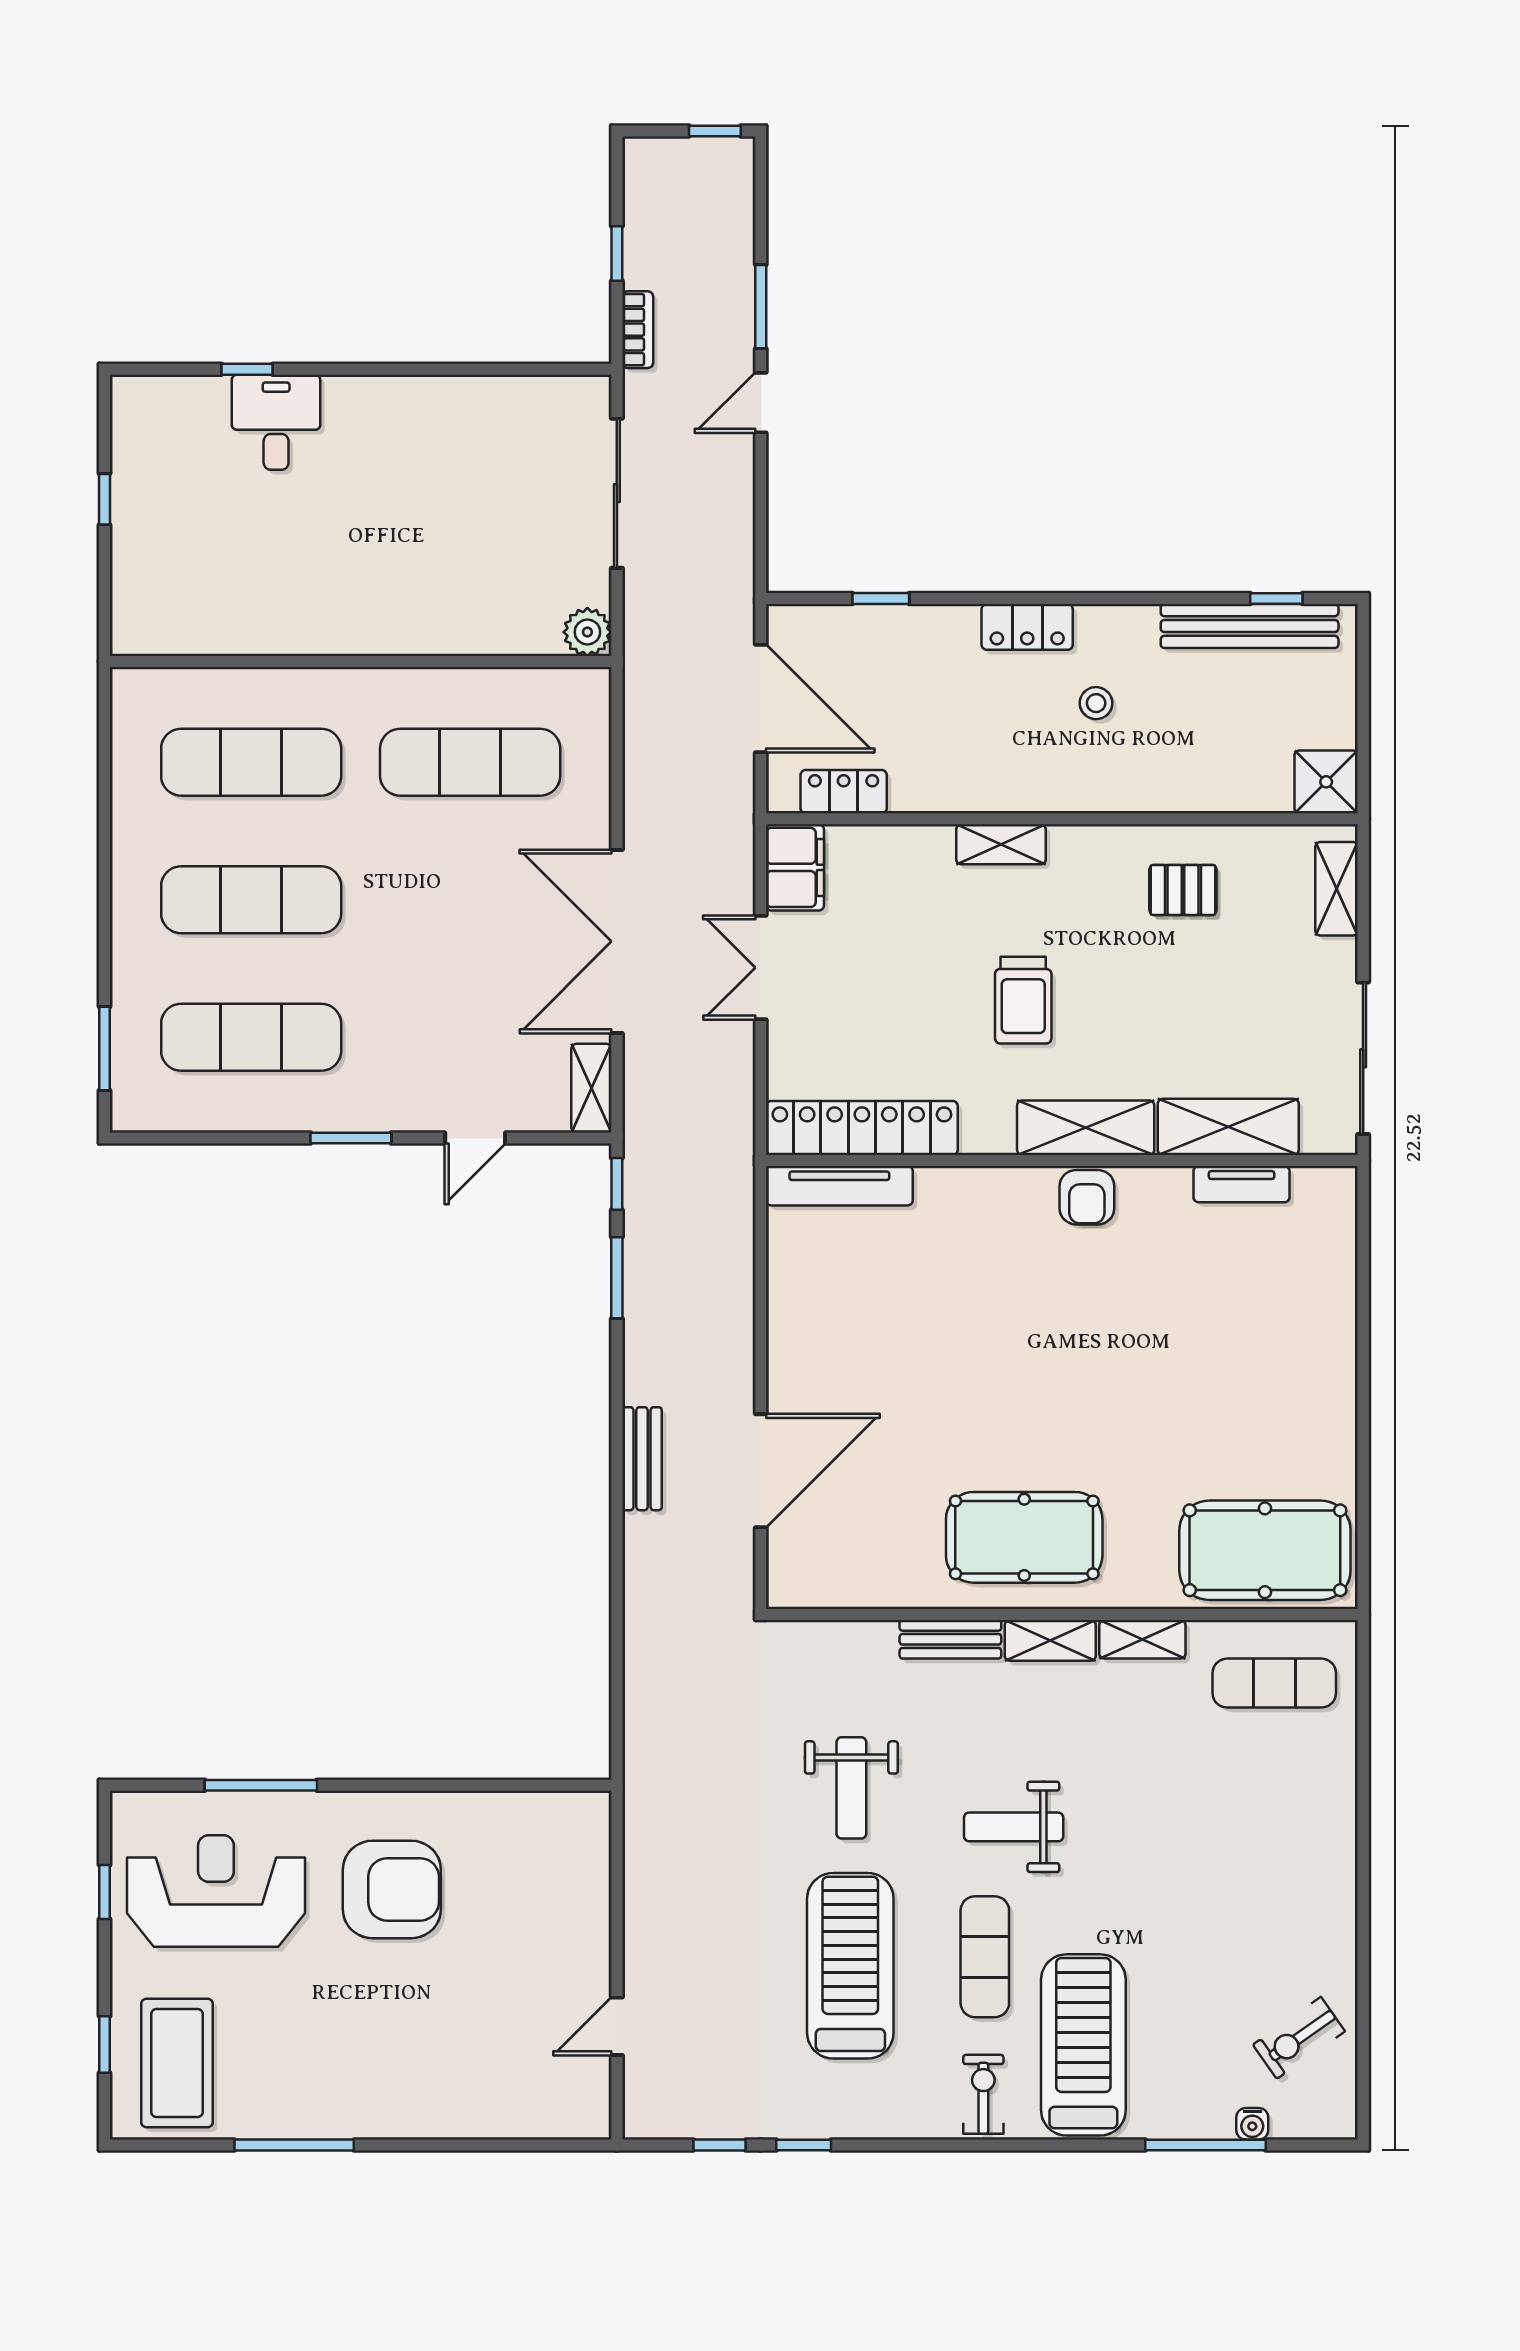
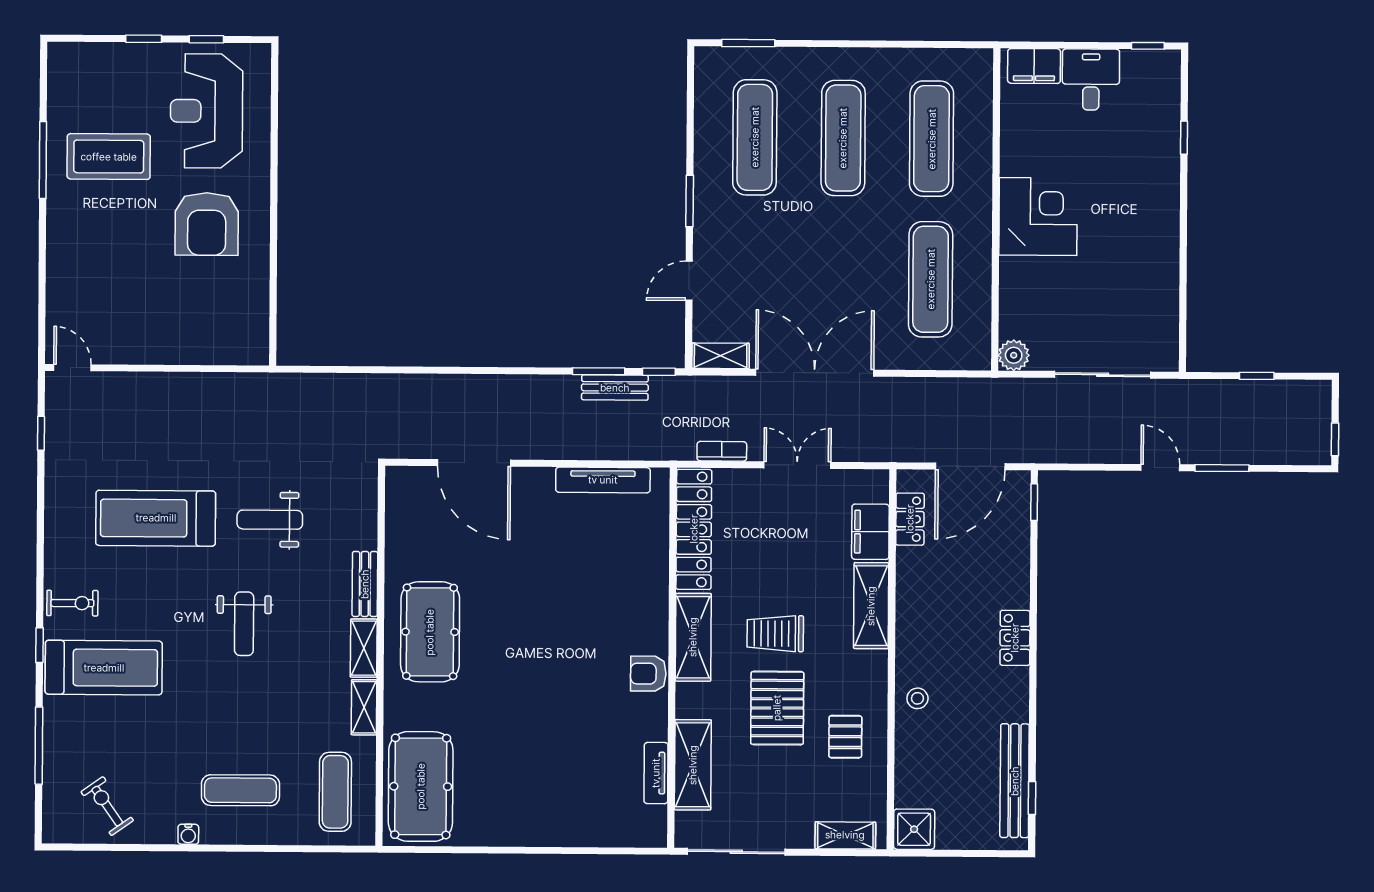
bookcase: (638, 330) -> (722, 451), moved, turned 180
desk: (276, 422) -> (1091, 80), moved, turned -90
window: (104, 499) -> (1148, 46), moved
corner desk: (371, 596) -> (1038, 216), added
window: (881, 599) -> (1034, 502), moved
filing cabinet: (137, 603) -> (1034, 66), added
stool: (1096, 703) -> (917, 698), moved
shelving: (1001, 844) -> (871, 606), width x1.50, depth x1.33
filing cabinet: (795, 867) -> (870, 532), moved, turned 90
pallet: (1139, 996) -> (777, 708), added
shelving: (1086, 1128) -> (693, 637), moved
door: (475, 1138) -> (689, 281), hinge flipped
tv unit: (839, 1186) -> (603, 480), moved, turned -90
bench: (642, 1459) -> (615, 388), moved
window: (261, 1785) -> (274, 140), removed
weight bench: (1014, 1827) -> (244, 624), turned 180
reception desk: (216, 1891) -> (206, 111), turned 180
exercise mat: (985, 1957) -> (240, 790), moved
treadmill: (850, 1966) -> (156, 518), turned 180
door: (617, 2026) -> (72, 368), moved
window: (104, 2045) -> (144, 39), moved
coffee table: (177, 2063) -> (109, 157), moved
water cooler: (1252, 2124) -> (188, 834), moved, turned -90
window: (804, 2145) -> (40, 645), moved

